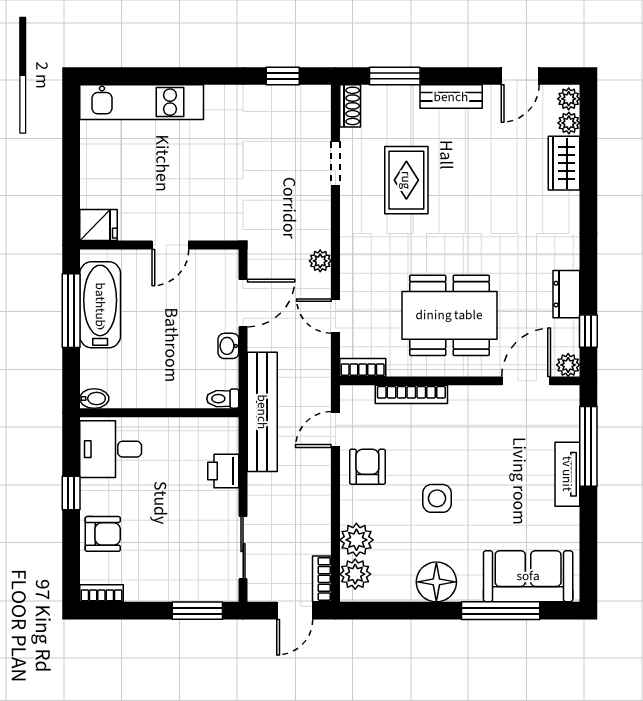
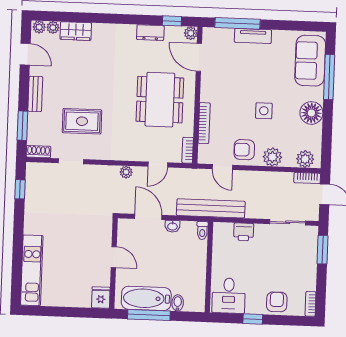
bidet: (94, 399) -> (178, 303), moved
plant: (356, 540) -> (272, 157), moved

